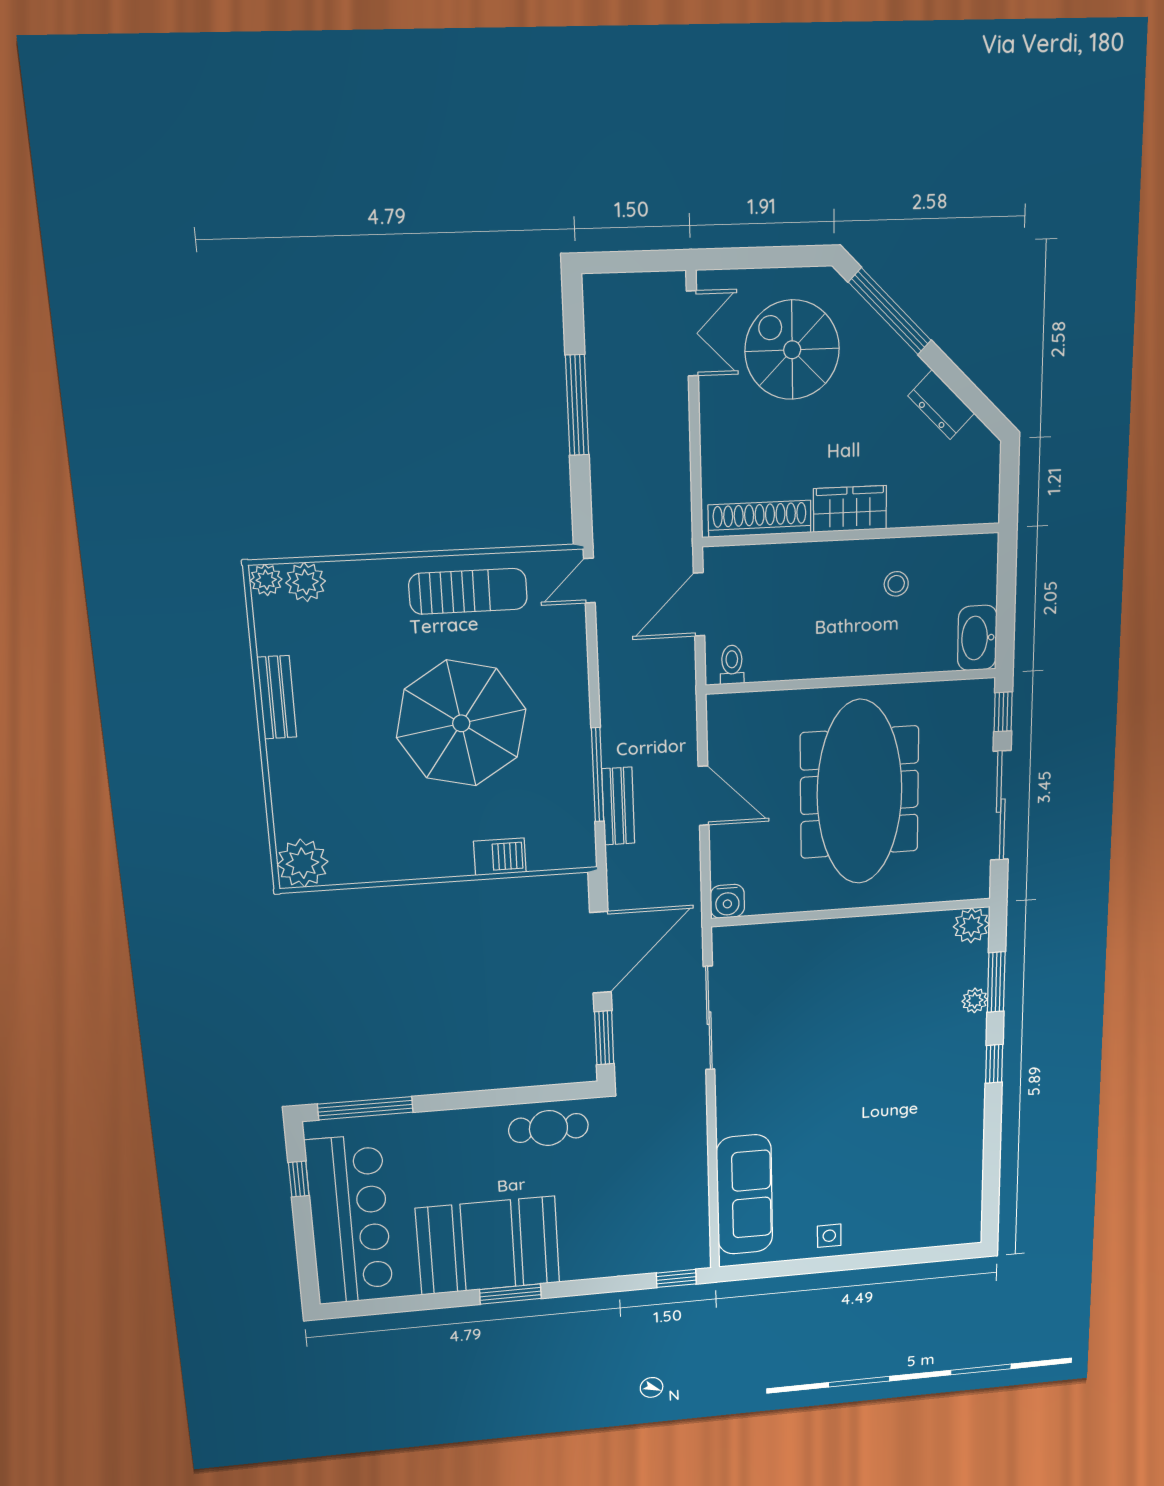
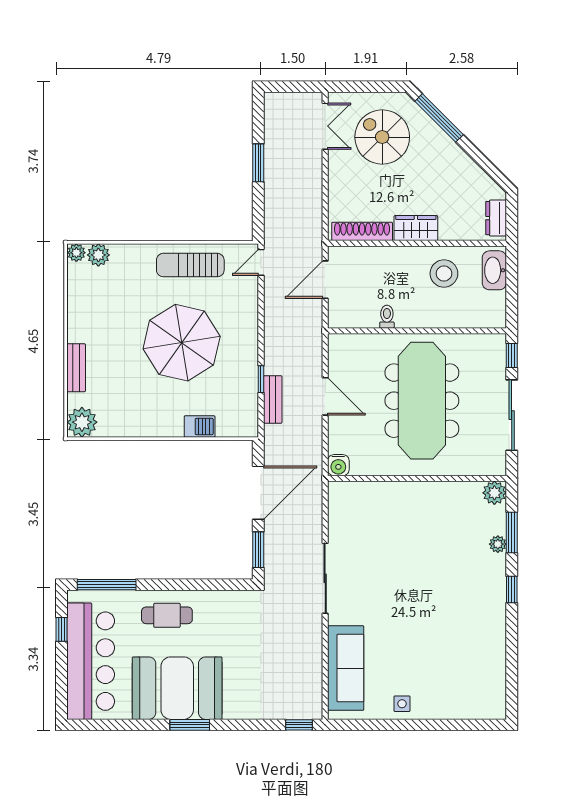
window: (577, 405) -> (258, 163), width x0.69
dresser: (941, 405) -> (496, 218), moved, turned 45
stool: (896, 584) -> (444, 274), width x1.89, depth x1.89
sun lounger: (468, 591) -> (190, 265), turned 180
washbasin: (977, 638) -> (494, 270), moved
toilet: (732, 665) -> (387, 317), moved
bench: (277, 697) -> (76, 368), moved
window: (598, 775) -> (261, 379), width x0.46
sliding door: (709, 1018) -> (325, 578), moved
cafe table: (548, 1128) -> (167, 615), moved

